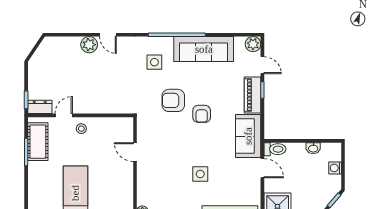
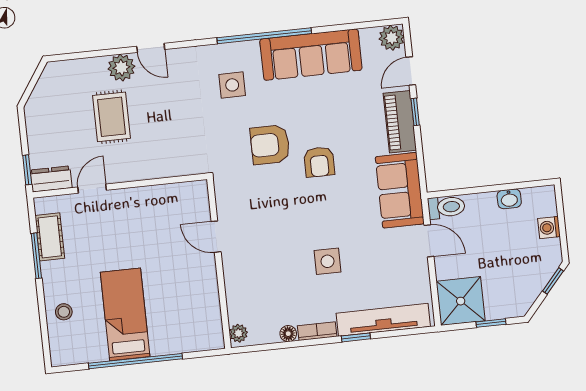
door: (262, 65) -> (411, 71), swing flipped
rug: (80, 74) -> (111, 117), added
stool: (81, 129) -> (64, 312), moved
cot: (38, 142) -> (50, 237), width x0.73, depth x0.75

